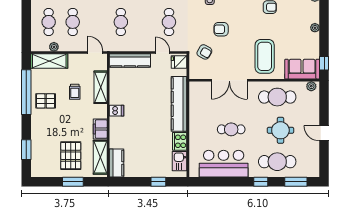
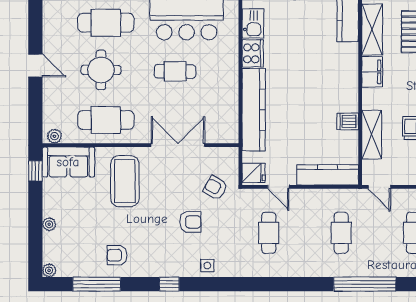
dishwasher: (117, 111) -> (348, 121), moved

